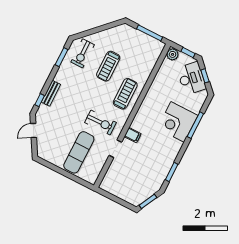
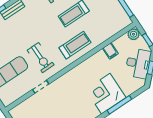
filing cabinet: (133, 135) -> (110, 51), moved

